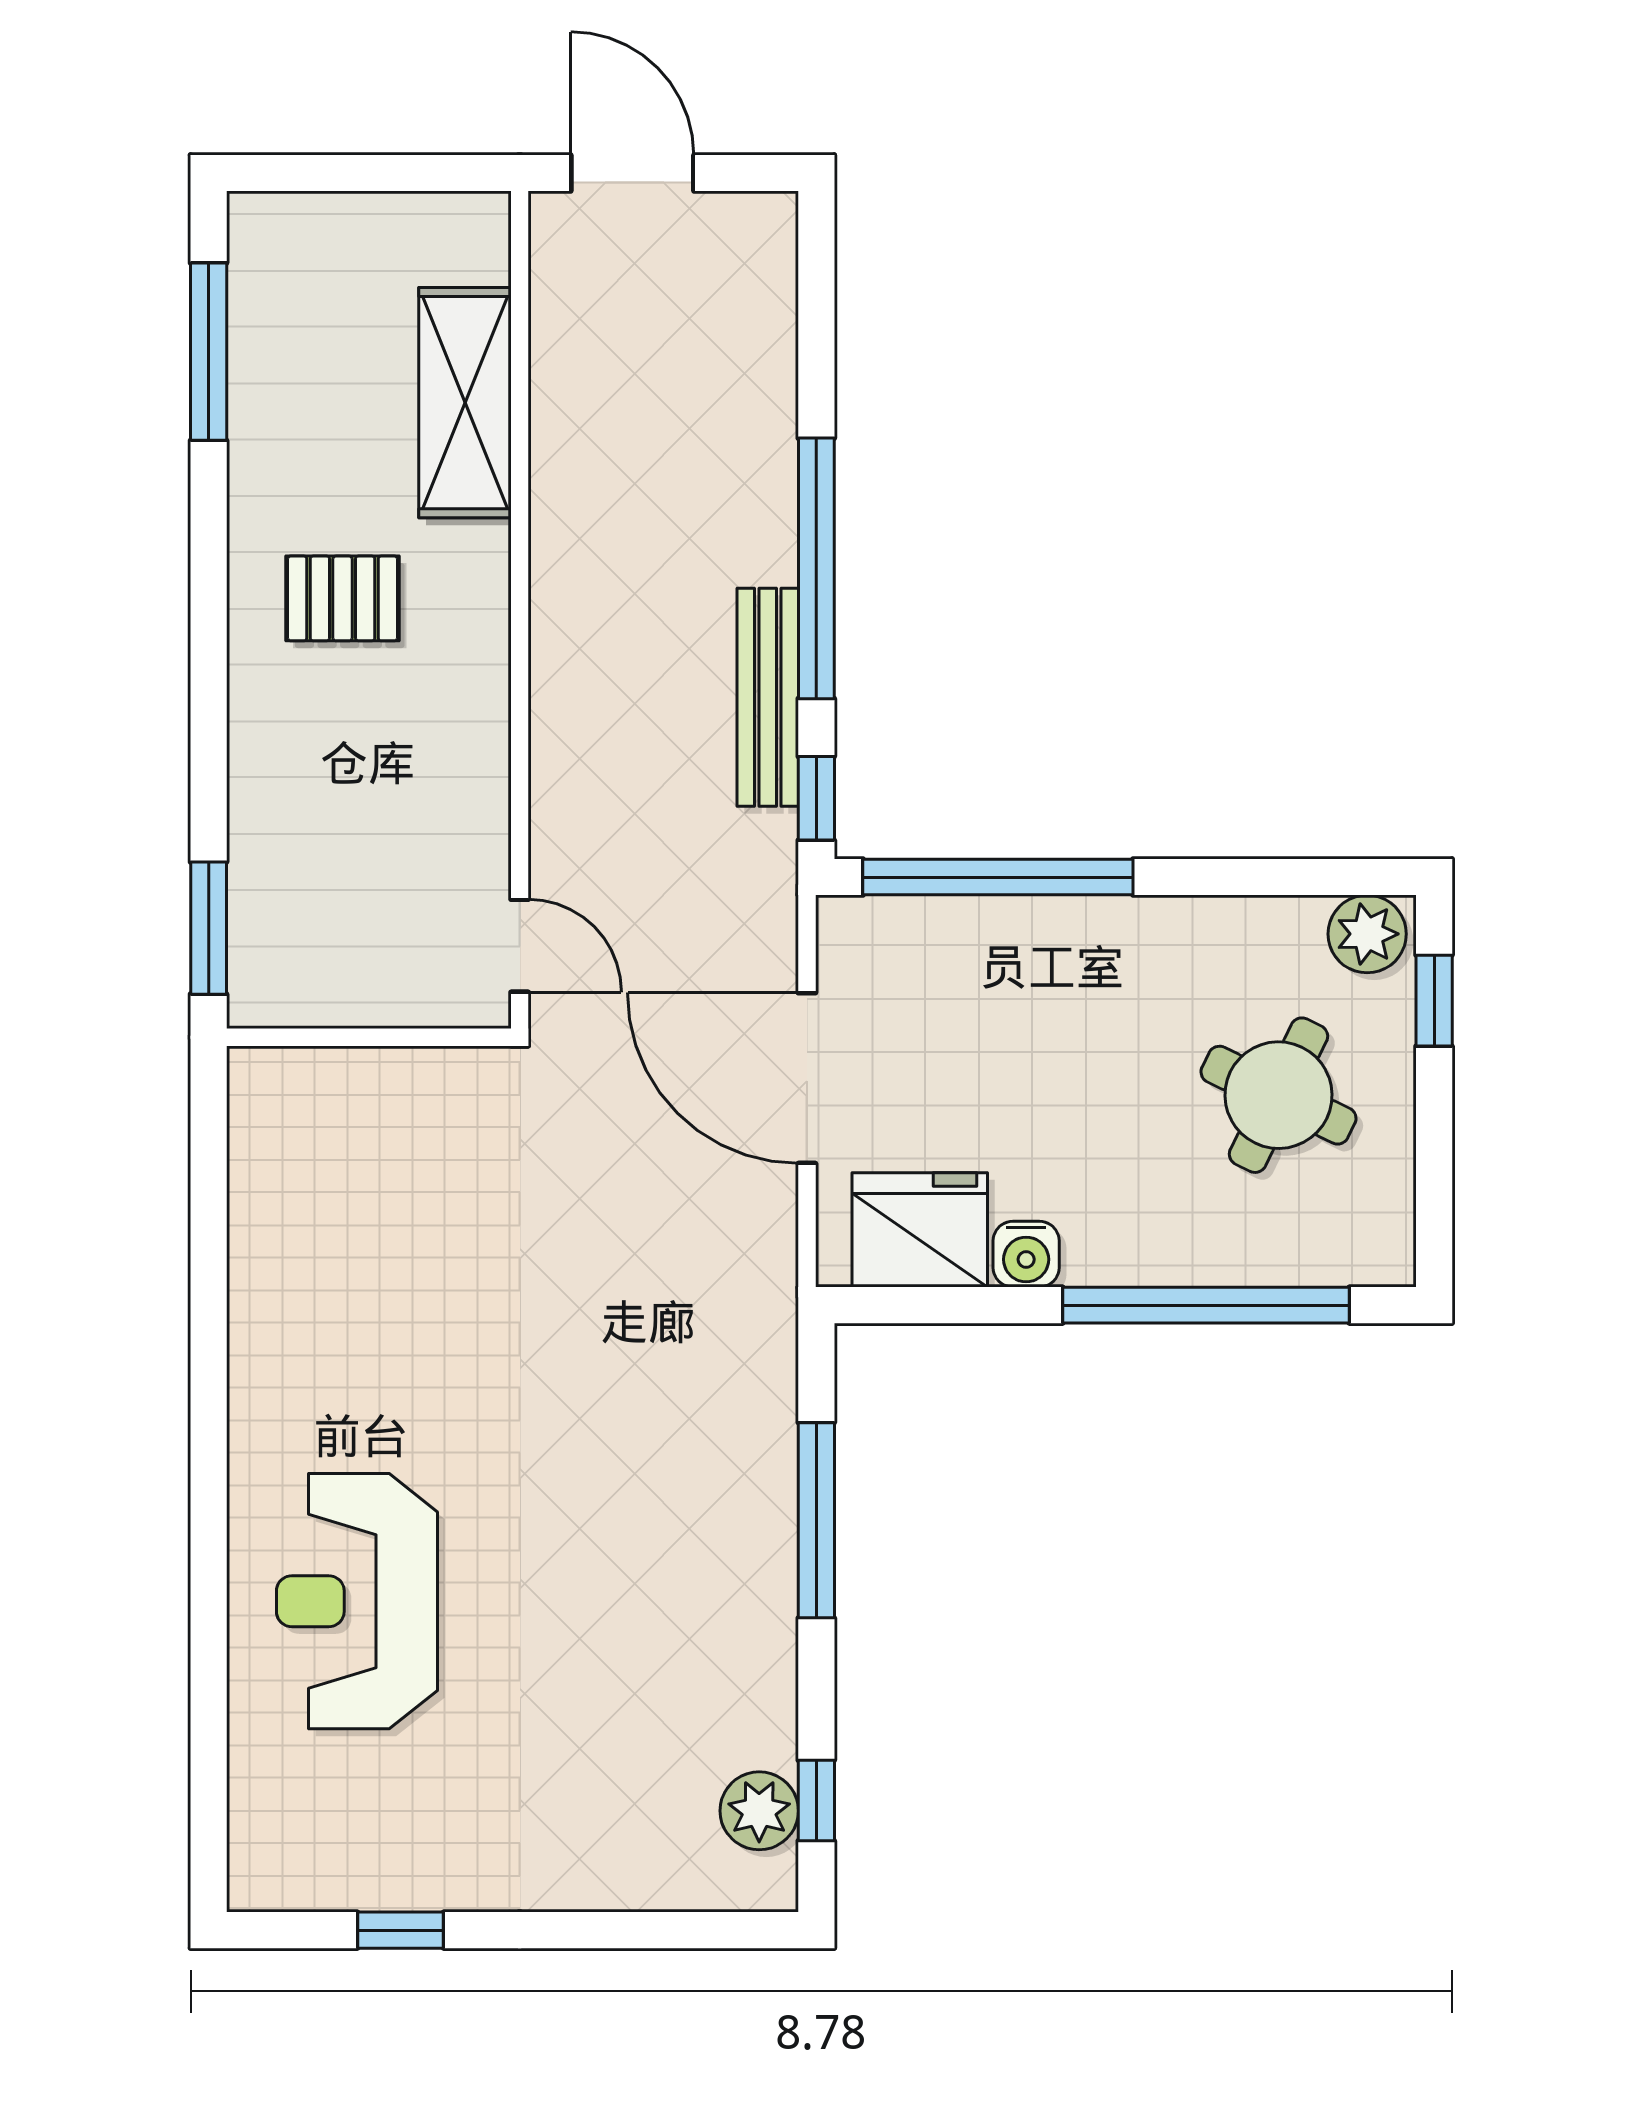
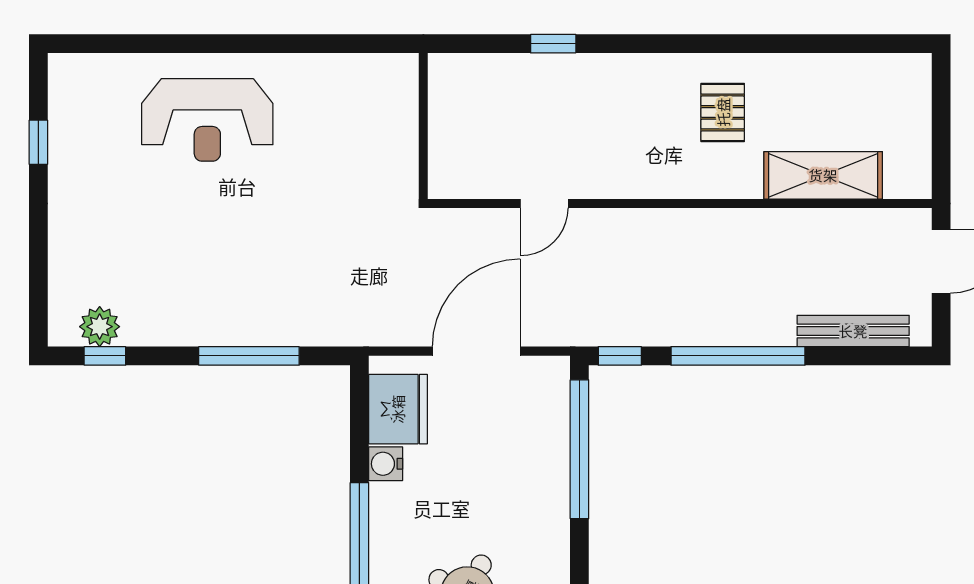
window: (209, 352) -> (849, 44), removed
bench: (768, 697) -> (853, 331), moved
window: (209, 928) -> (553, 44), width x0.67
wall: (369, 1037) -> (423, 126), moved
reception desk: (357, 1601) -> (207, 120), turned 180

